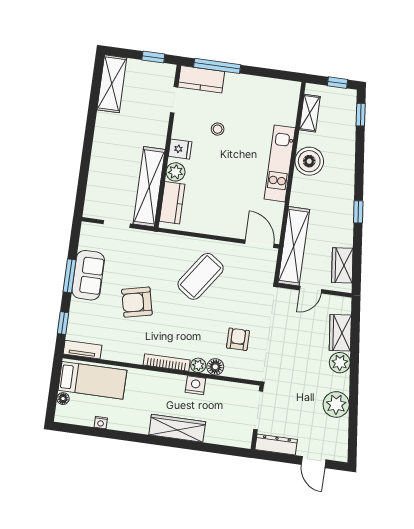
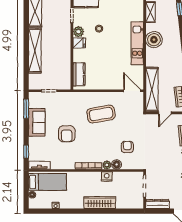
plant: (176, 172) -> (78, 32), moved
shelving: (149, 187) -> (35, 51), moved
window: (70, 276) -> (26, 109), moved
coffee table: (201, 276) -> (101, 114), turned 45
armchair: (137, 302) -> (67, 134), turned -77

